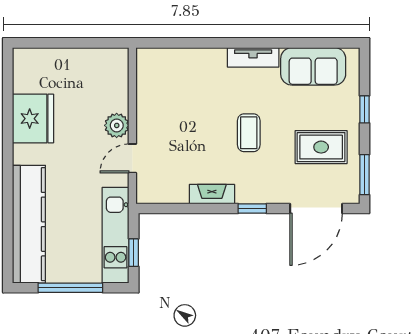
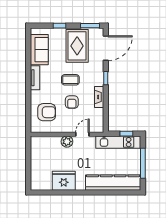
armchair: (179, 82) -> (47, 112), added
armchair: (201, 136) -> (72, 102), added
rug: (321, 147) -> (77, 46), width x1.36, depth x1.43
door: (132, 158) -> (82, 134), swing flipped
door: (316, 208) -> (106, 48), hinge flipped

